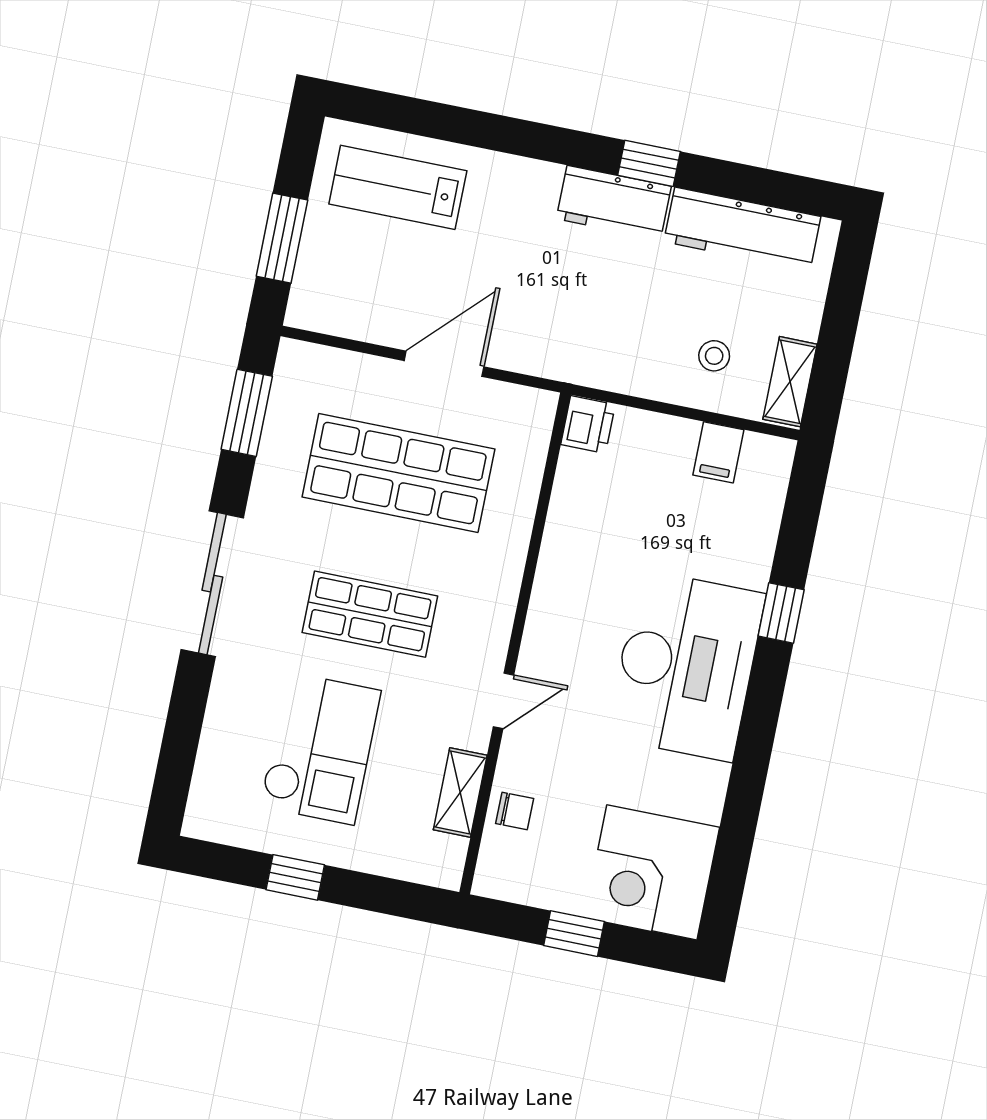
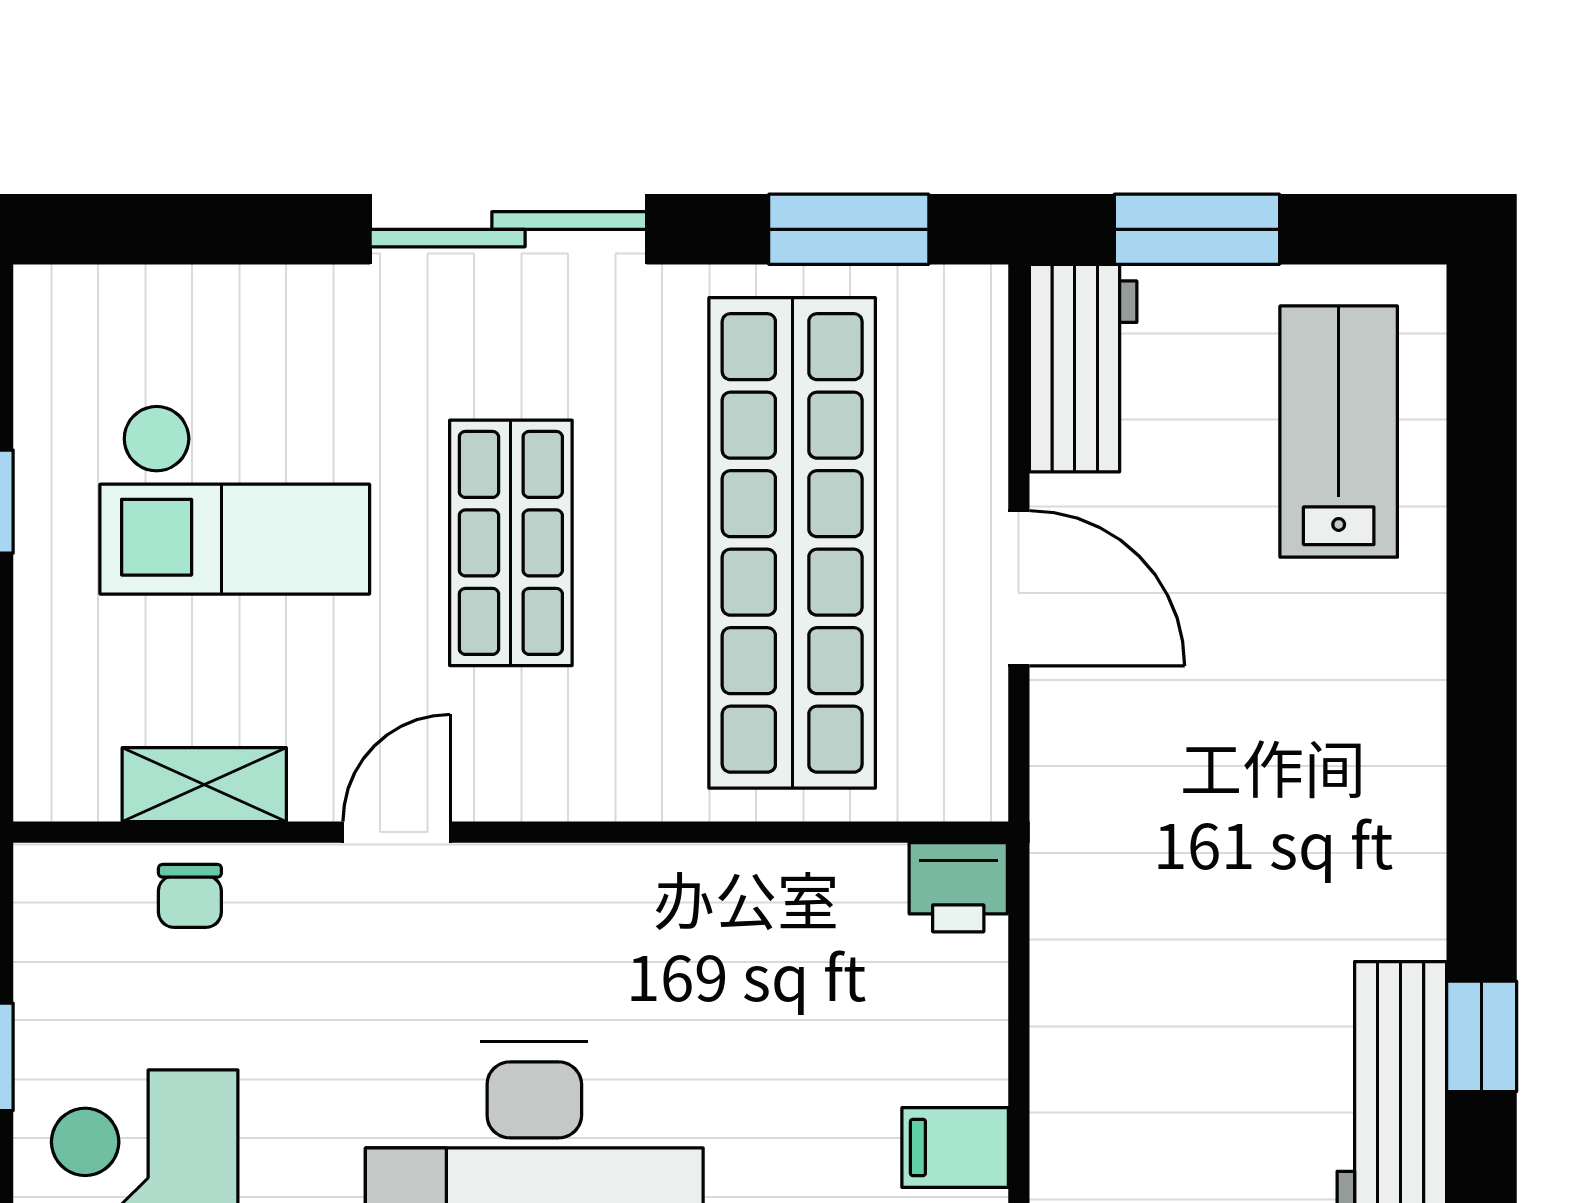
window: (649, 163) -> (1482, 1036), moved
workbench: (614, 203) -> (1083, 368), moved, turned 180
stool: (714, 356) -> (1138, 1102), removed
shop shelf: (398, 473) -> (792, 543), width x1.40
door: (503, 701) -> (396, 832), swing flipped

